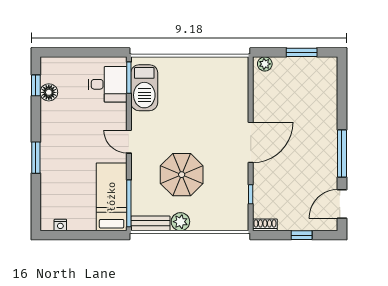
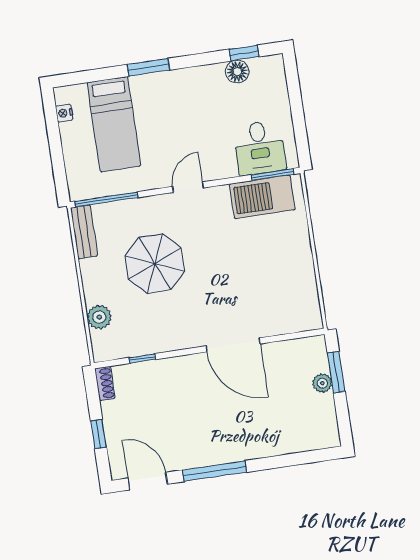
window: (302, 52) -> (336, 372), moved
plant: (265, 64) -> (322, 383), moved
door: (251, 142) -> (233, 345), moved
bed: (112, 197) -> (114, 124), moved, turned 90
plant: (180, 222) -> (99, 317), moved

